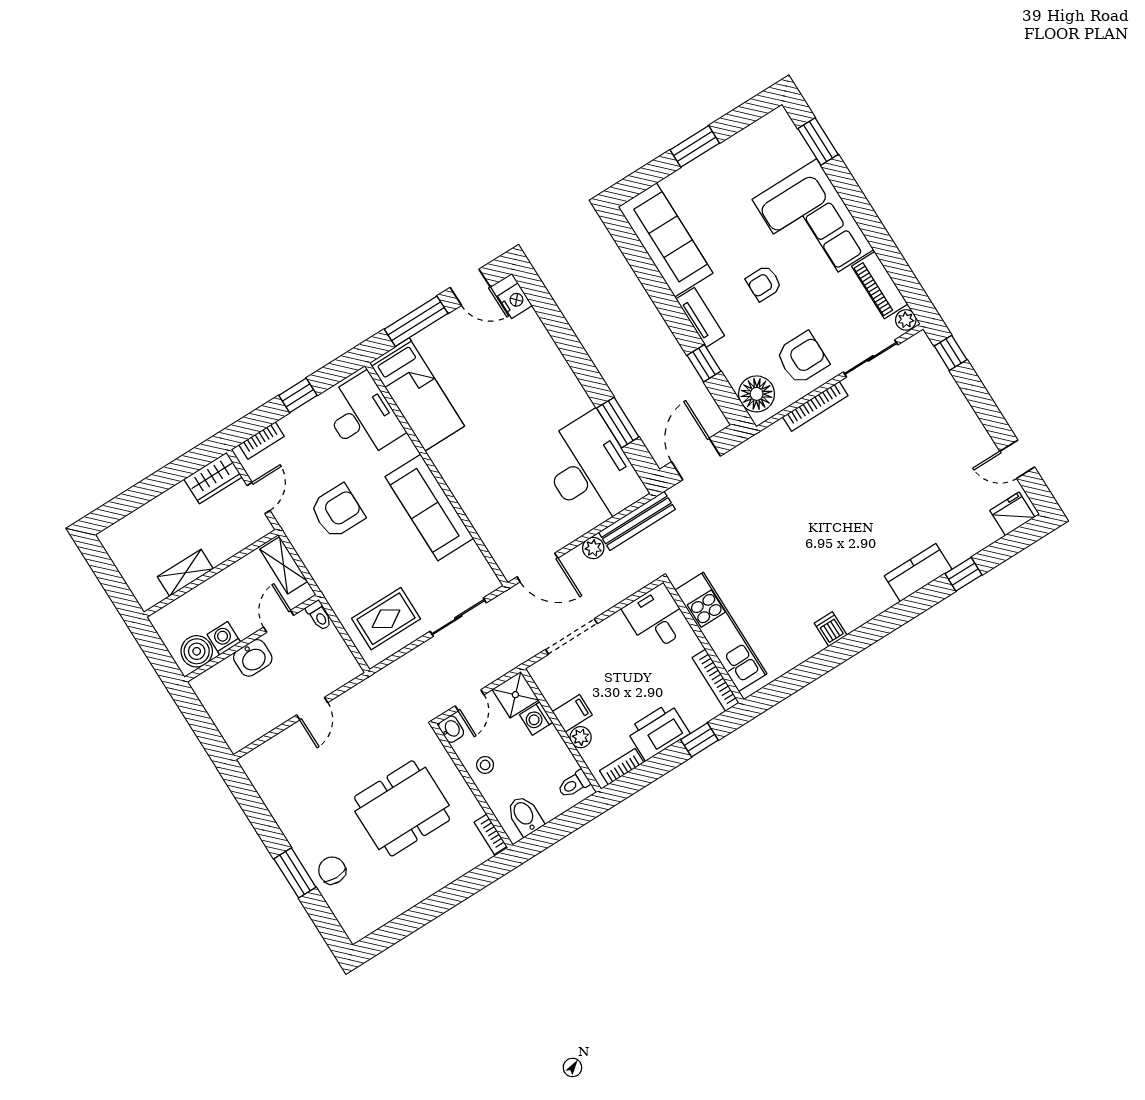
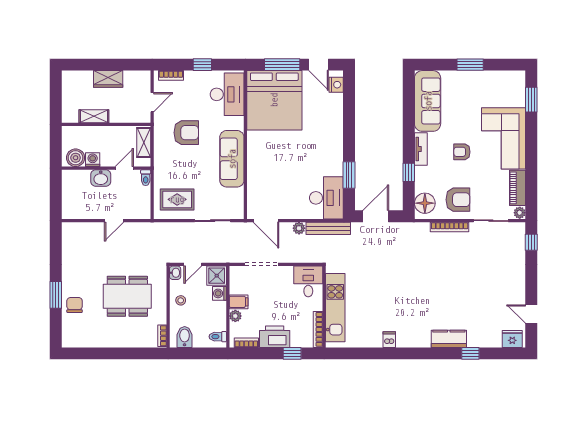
bed: (417, 394) -> (274, 100), width x2.04
desk: (591, 471) -> (326, 198), width x0.73, depth x0.77
wardrobe: (213, 478) -> (108, 79), moved

